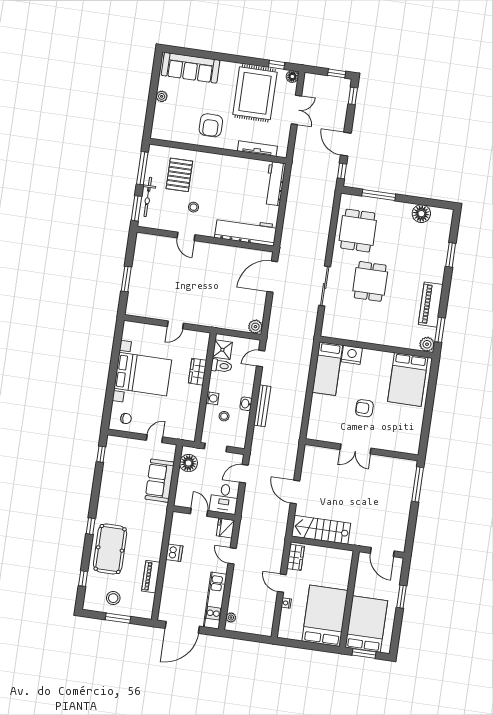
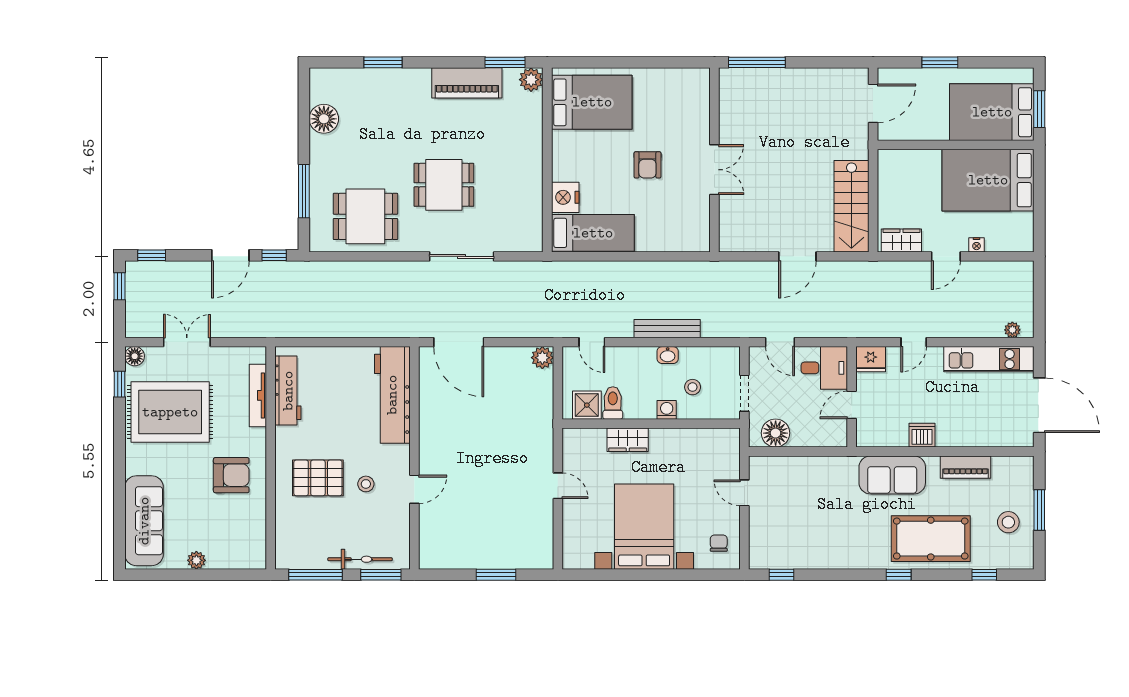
pallet: (179, 175) -> (318, 478), moved
workbench: (275, 184) -> (288, 391), moved, turned -90
sofa: (160, 481) -> (892, 475), moved

